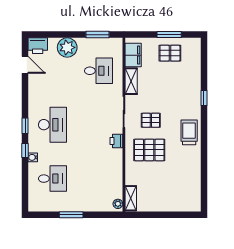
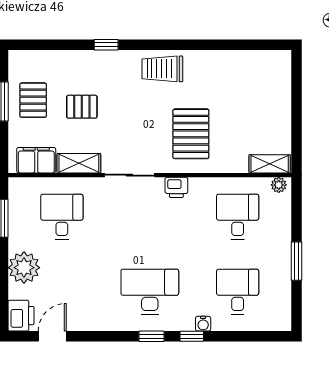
pallet: (151, 120) -> (82, 107), moved, turned 90
desk: (98, 179) -> (238, 217), added

